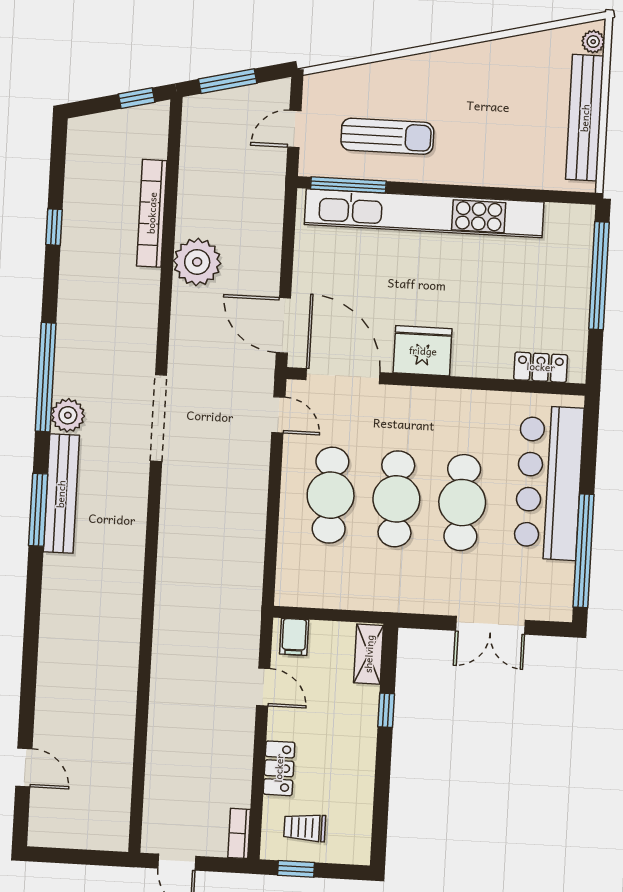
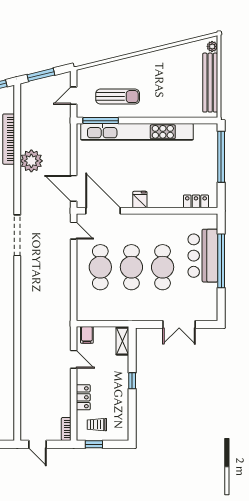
fridge: (423, 351) -> (140, 200), width x0.53, depth x0.75
bar counter: (549, 483) -> (203, 256), width x0.73
window: (584, 551) -> (221, 261), moved
window: (386, 710) -> (132, 381), moved

